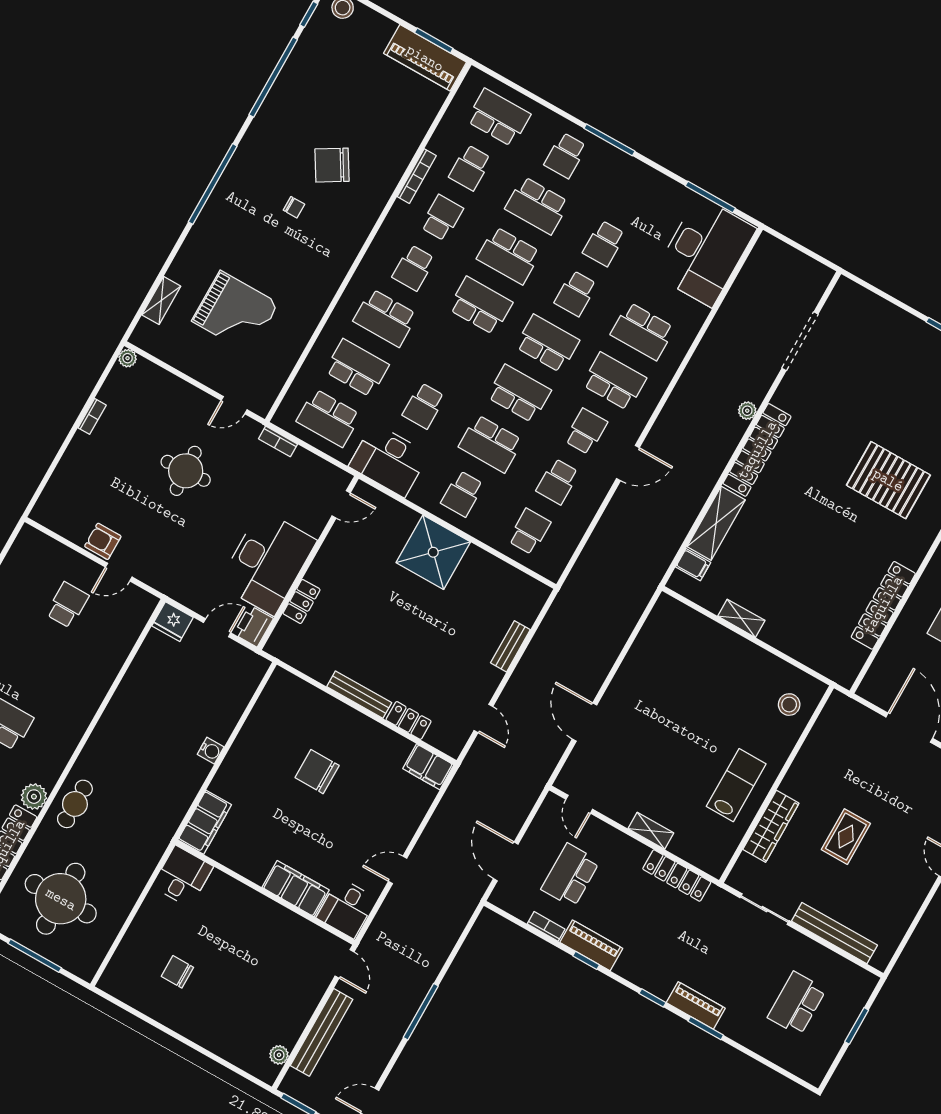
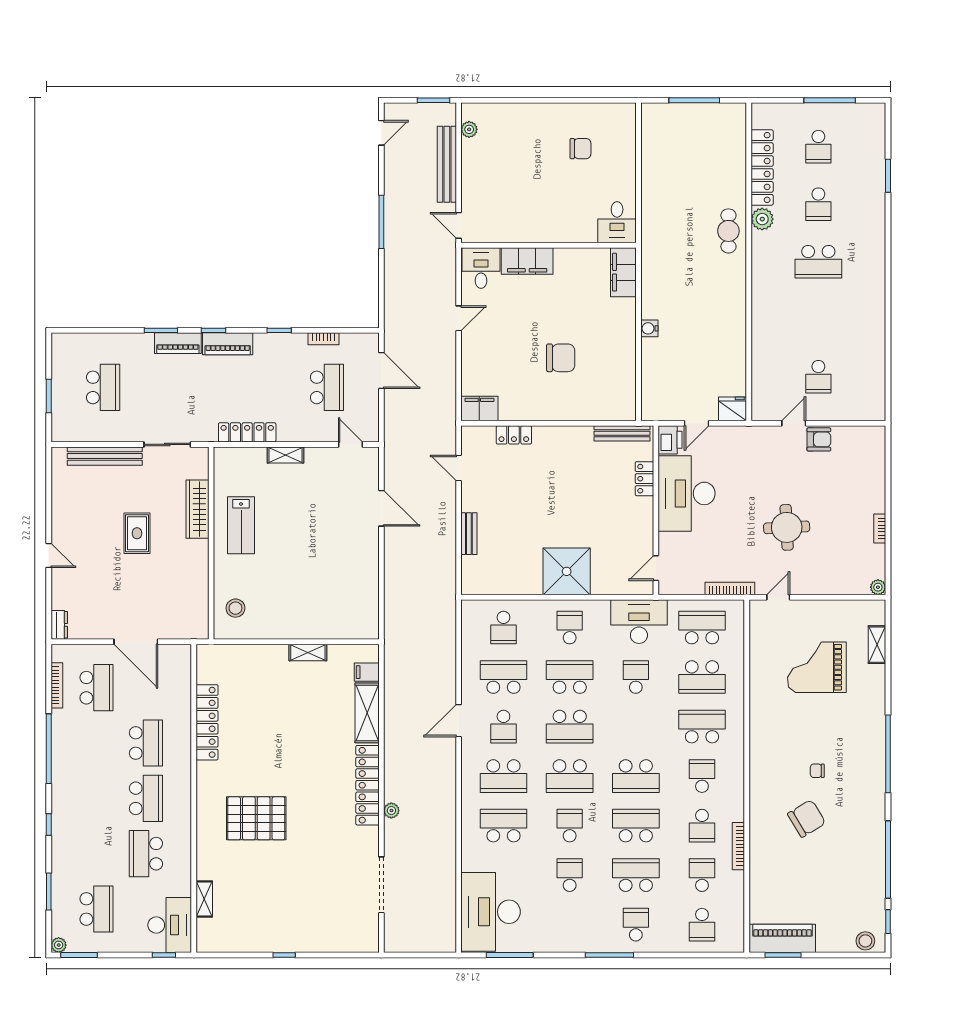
school desk: (499, 118) -> (702, 925), width x0.54
bookcase: (278, 441) -> (730, 589), width x1.56
school desk: (558, 481) -> (503, 677), width x1.85
bench: (359, 695) -> (622, 433), moved
round table: (61, 899) -> (699, 154), removed
piano: (591, 945) -> (228, 344), moved

